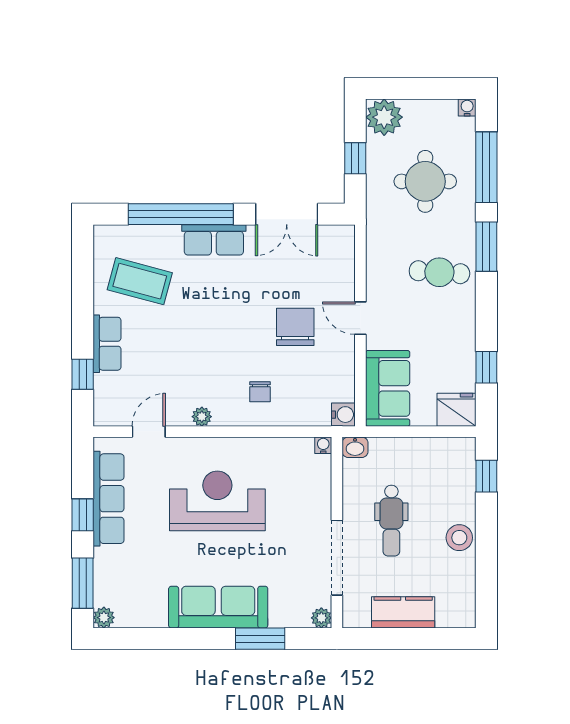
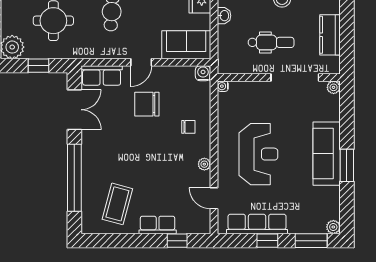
row of seats: (214, 240) -> (102, 75), moved, turned 90
washbasin: (355, 447) -> (224, 16), moved
reception desk: (217, 501) -> (258, 154), turned 180
window: (260, 639) -> (347, 165), moved

